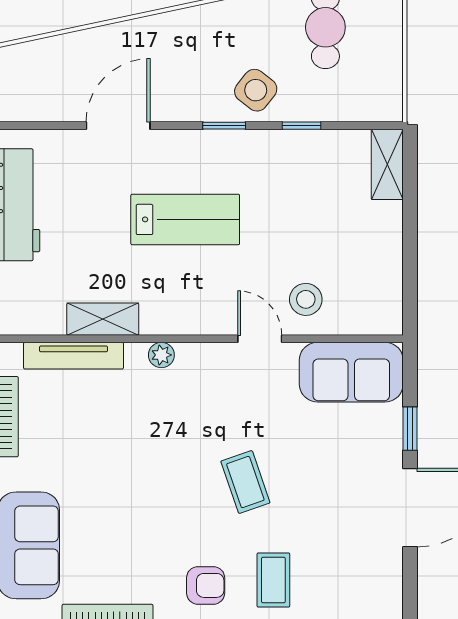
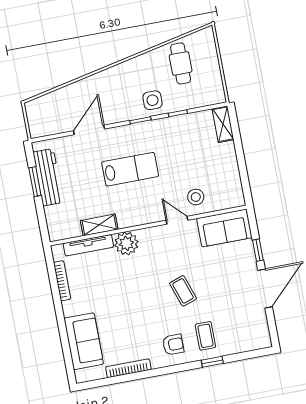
side table: (256, 90) -> (153, 100), turned -38
plant: (161, 355) -> (126, 243), width x1.87, depth x1.87

